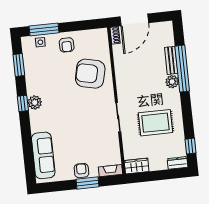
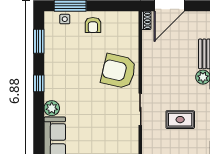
armchair: (90, 74) -> (119, 71), moved
plant: (35, 102) -> (52, 108), moved
rug: (155, 123) -> (180, 120), width x0.73, depth x0.70

